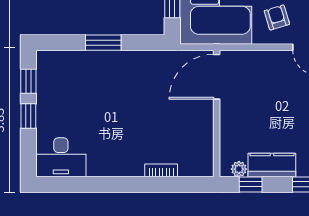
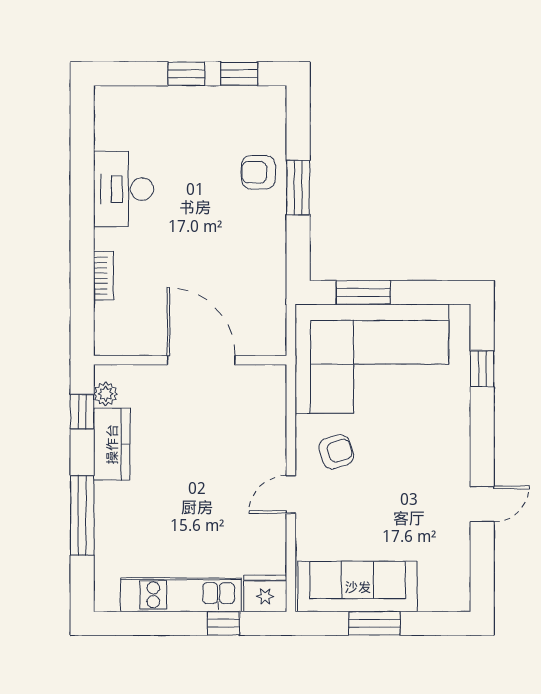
armchair: (93, 69) -> (258, 172), added
door: (217, 77) -> (201, 360), moved
desk: (61, 157) -> (123, 189), moved

